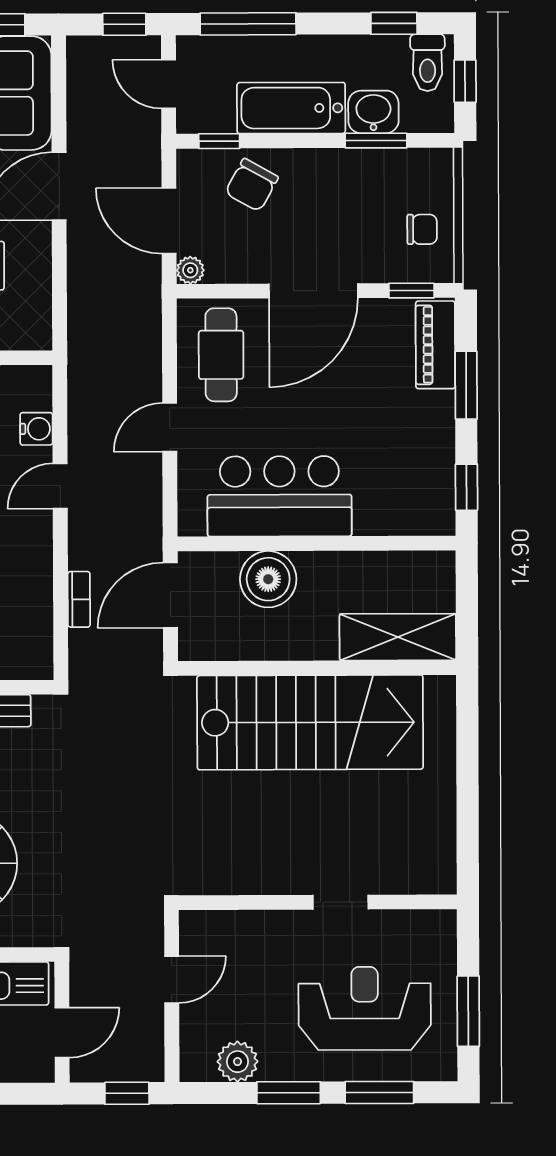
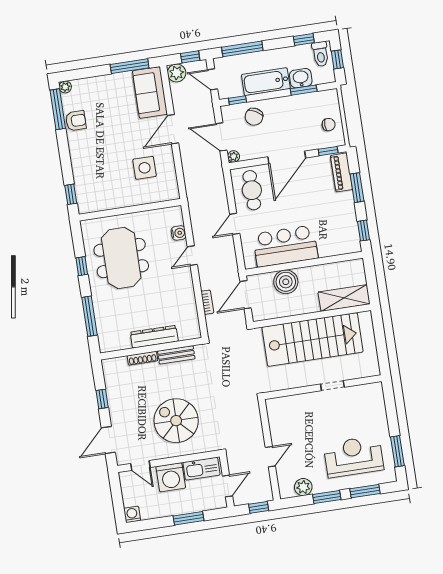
plant: (87, 57) -> (177, 73), added
wall: (318, 902) -> (323, 387), moved
doorway: (341, 902) -> (332, 386), moved

